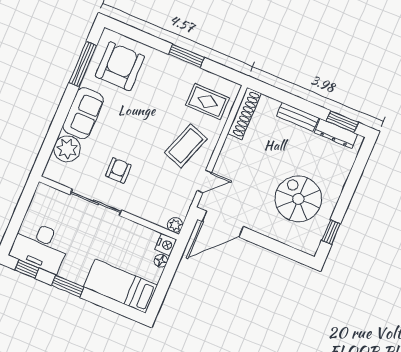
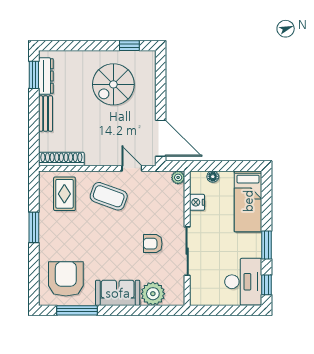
armchair: (120, 66) -> (66, 279), turned 90
nightstand: (166, 245) -> (197, 202), moved, turned -90

